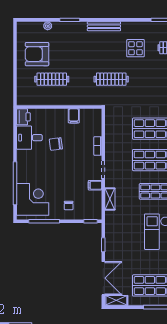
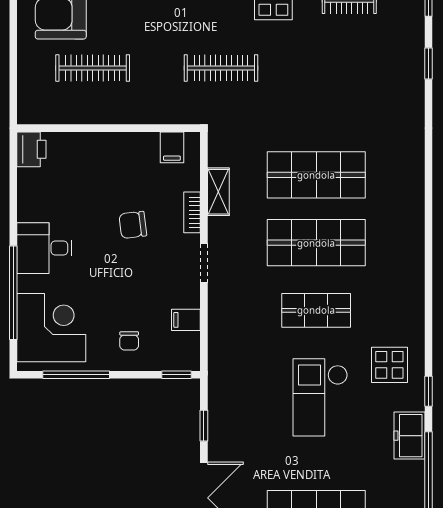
filing cabinet: (74, 116) -> (172, 147), moved
desk: (29, 138) -> (44, 248), moved
chair: (56, 144) -> (133, 225), moved
filing cabinet: (95, 185) -> (186, 320), moved
shelving: (110, 199) -> (218, 192), moved

